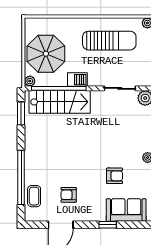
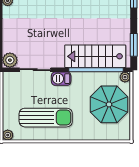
sun lounger: (109, 41) -> (46, 118), turned 180
barbecue: (77, 80) -> (61, 79), moved

